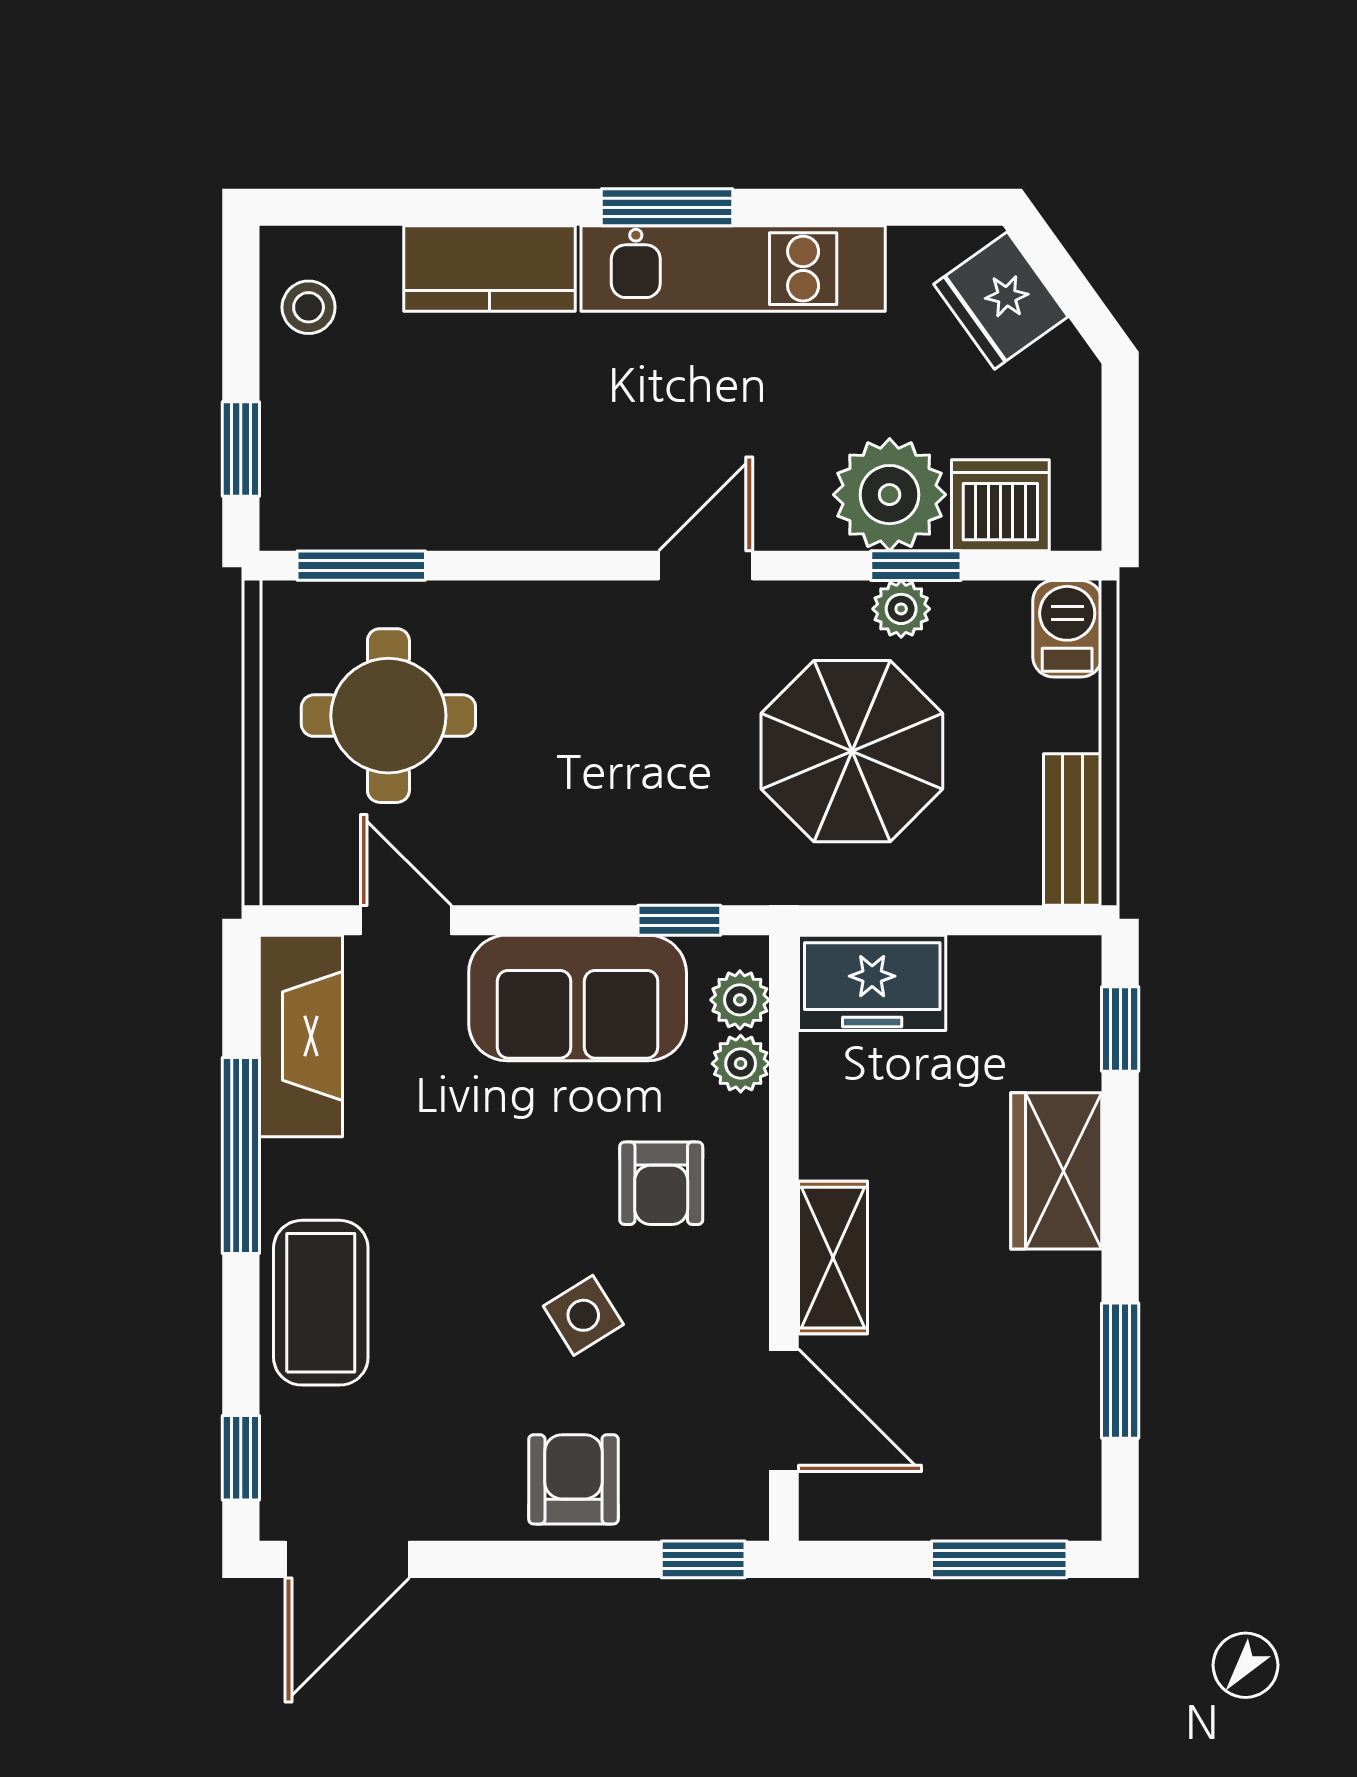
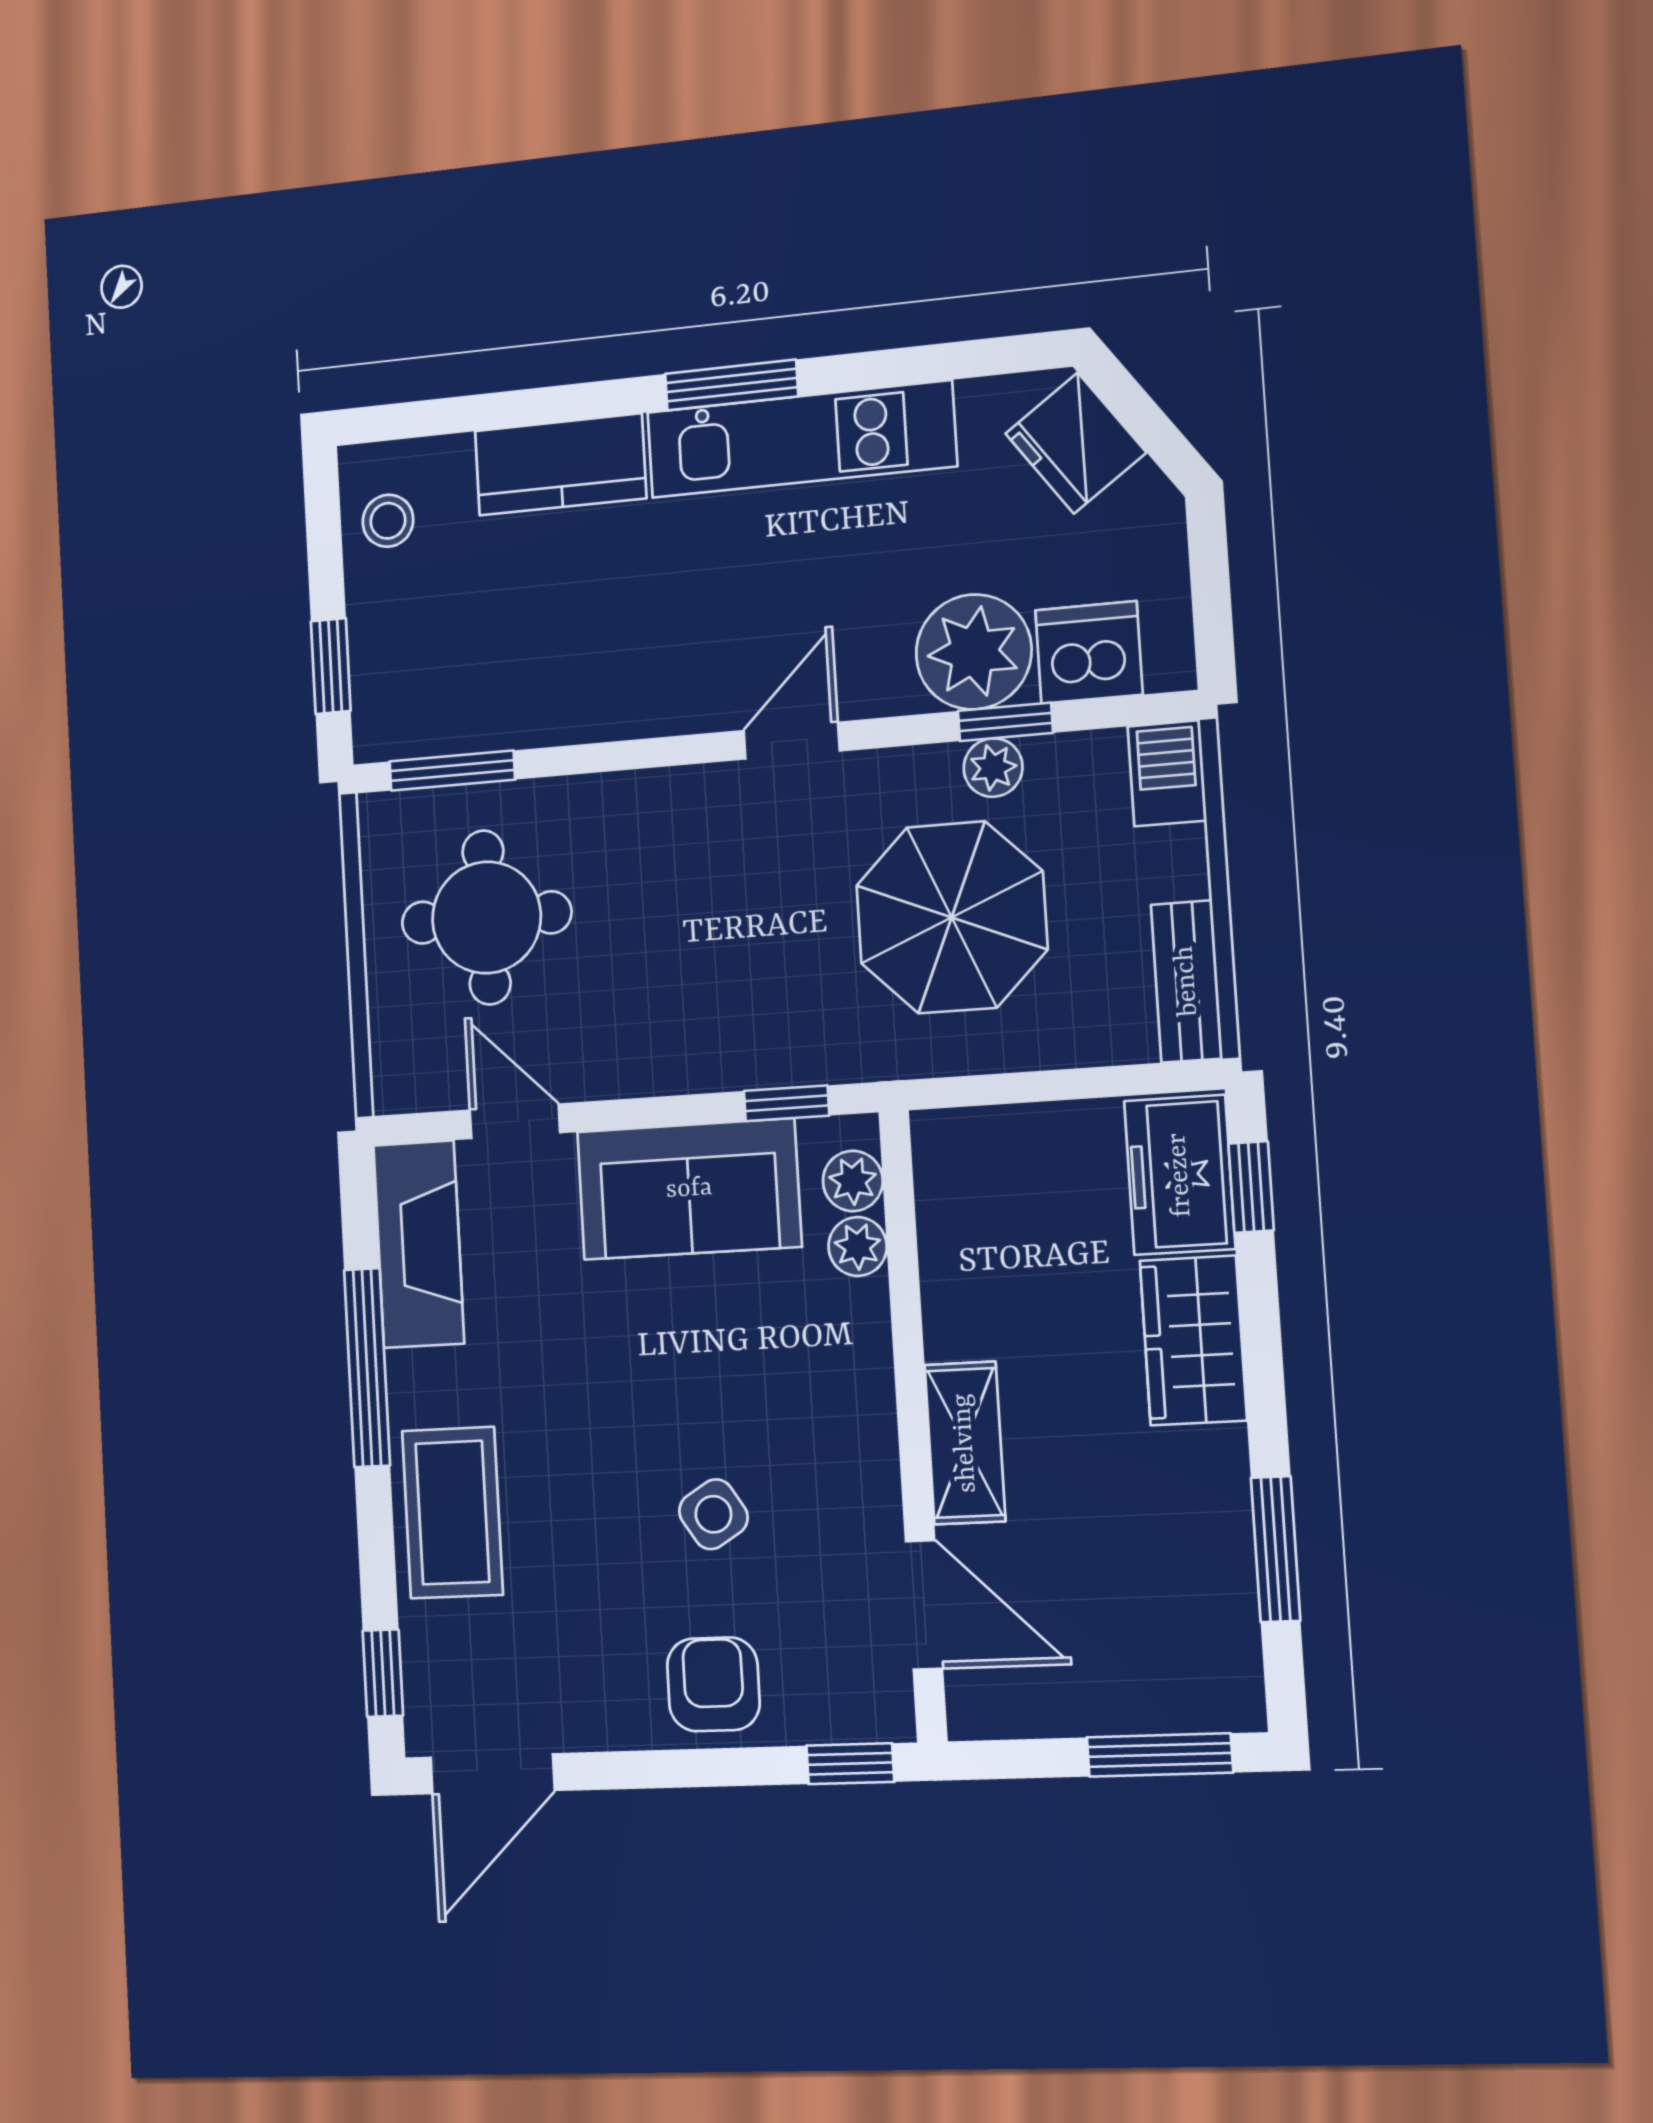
freezer: (872, 983) -> (1180, 1175), moved, turned 90
armchair: (661, 1183) -> (784, 1374), removed

